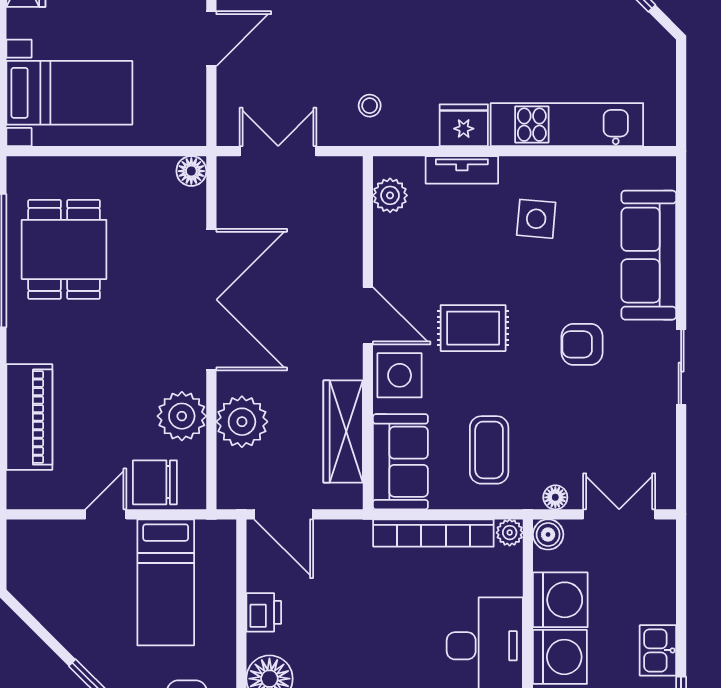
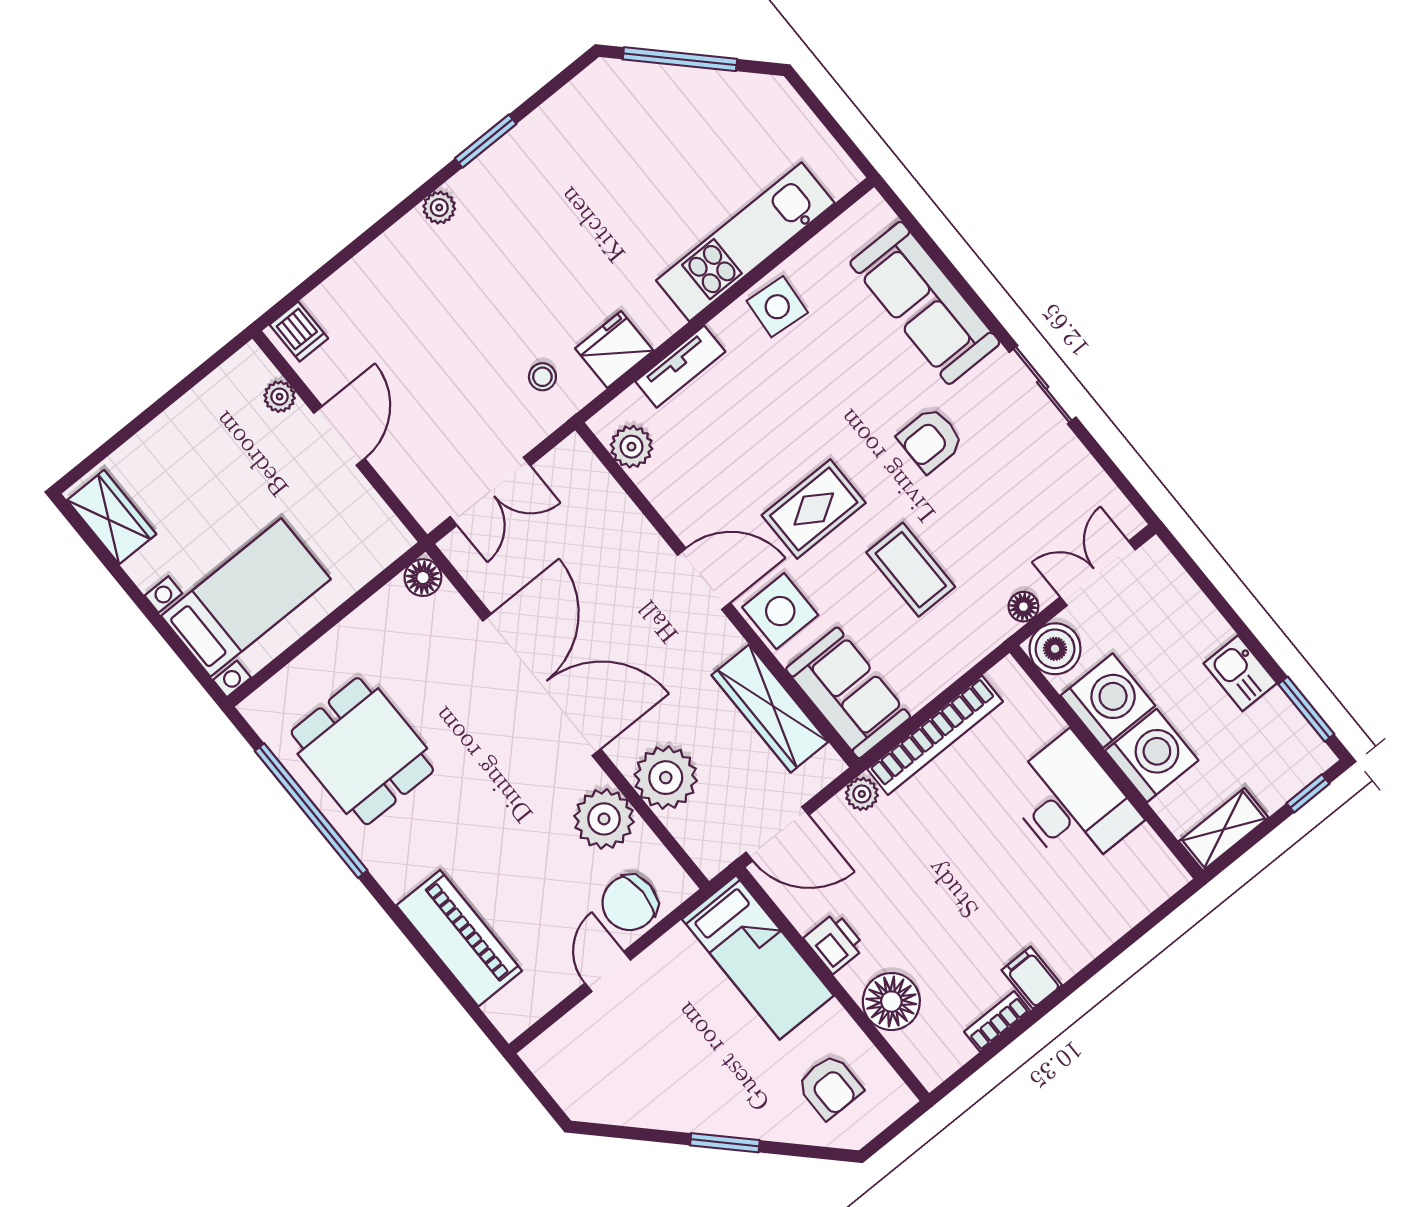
fridge: (464, 125) -> (614, 349), moved
double door: (278, 151) -> (490, 491), swing flipped
side table: (536, 219) -> (777, 307), moved
coffee table: (489, 450) -> (911, 570), moved
plant: (510, 533) -> (862, 794), moved
boiler: (548, 534) -> (1055, 649), width x1.36, depth x1.36
bed: (166, 582) -> (758, 957), moved

